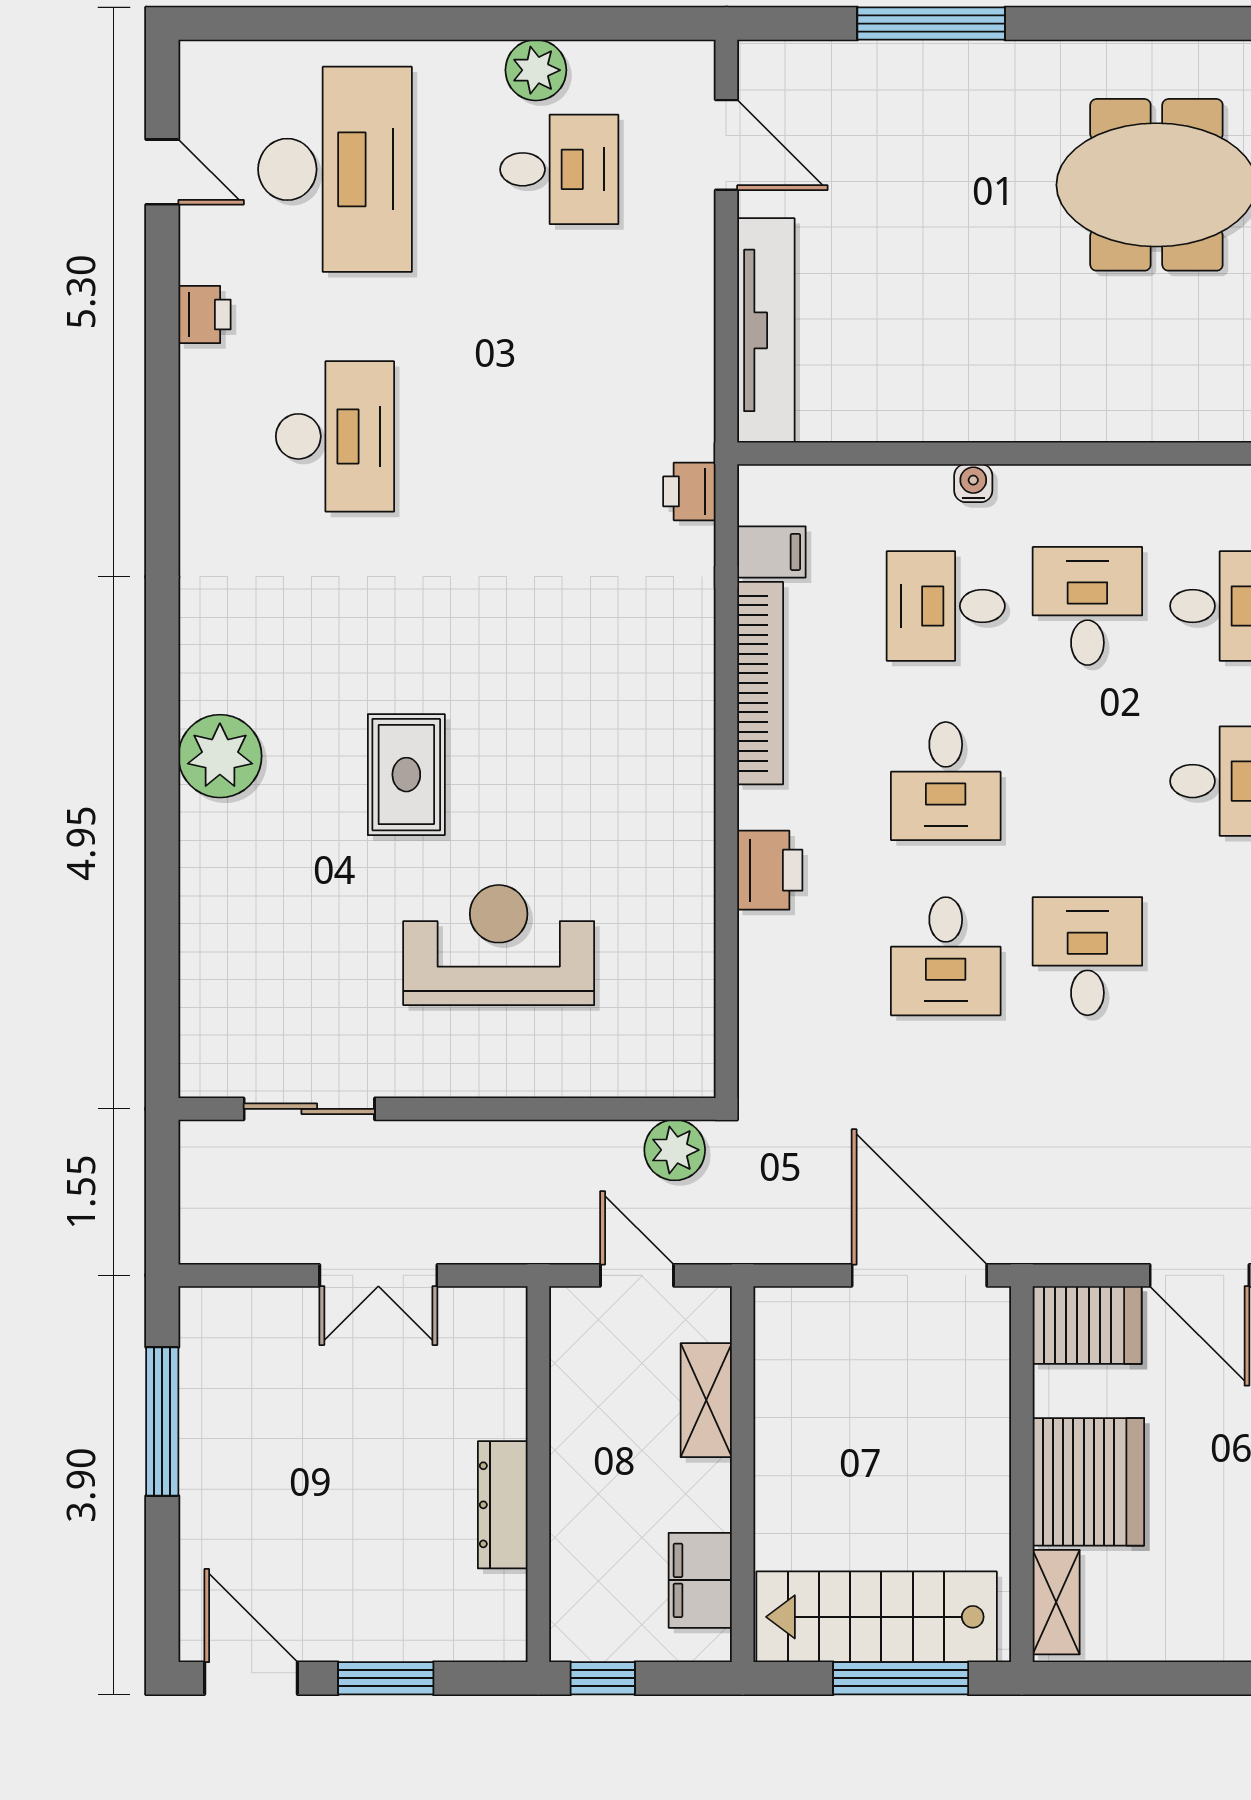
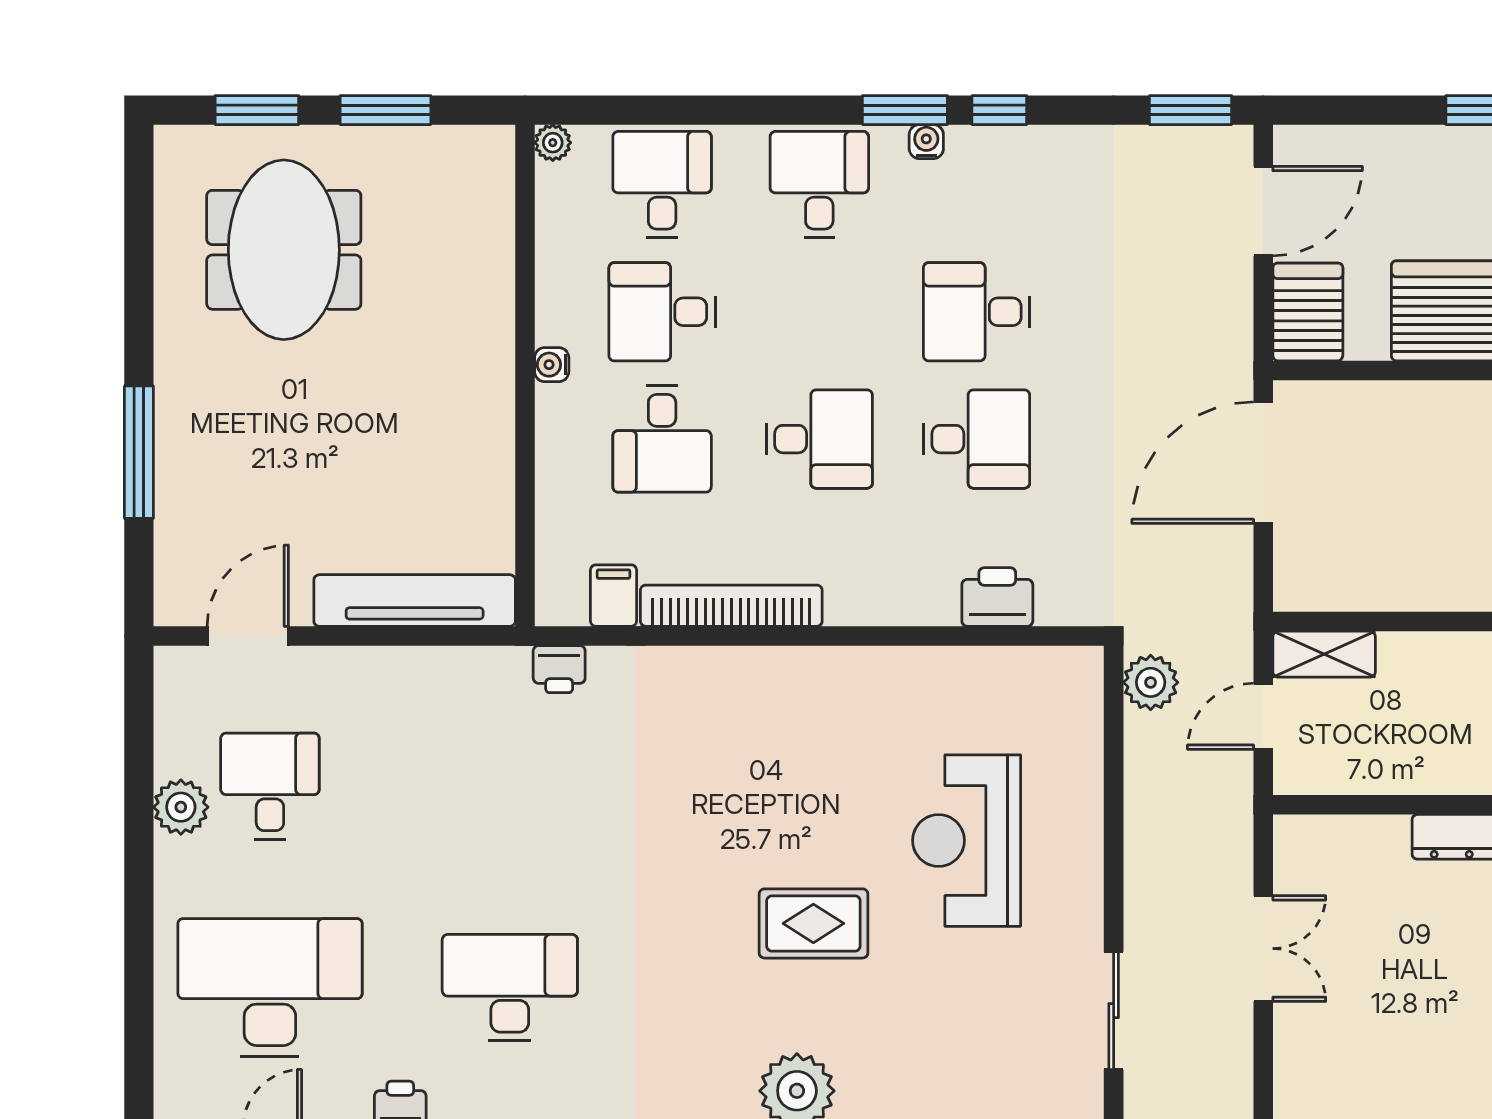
water cooler: (973, 483) -> (552, 365), moved
printer: (770, 870) -> (997, 597), moved
shelving: (706, 1400) -> (1324, 654), moved

